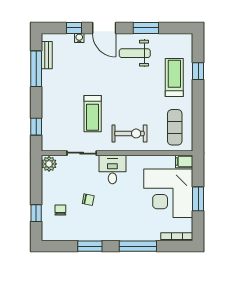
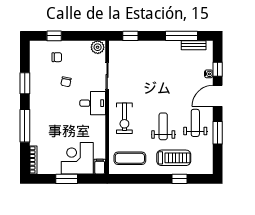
weight bench: (139, 90) -> (163, 126), added
treadmill: (93, 114) -> (142, 86), removed
corner desk: (168, 193) -> (77, 158), width x0.74, depth x0.74

